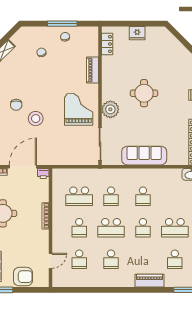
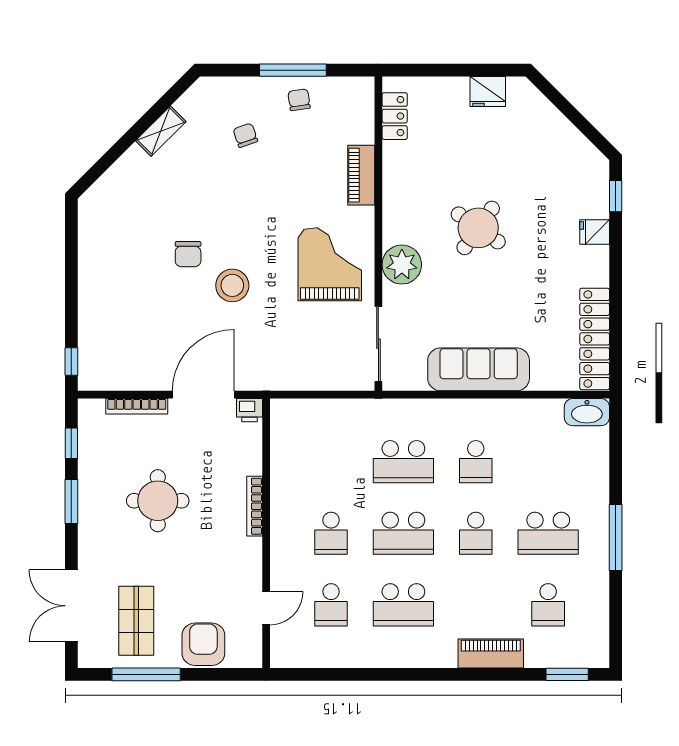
fridge: (137, 33) -> (488, 92), moved
round table: (144, 93) -> (478, 228), turned 35
school desk: (79, 196) -> (331, 462), removed
school desk: (111, 196) -> (403, 462), width x1.85
school desk: (111, 259) -> (403, 605), width x1.85
armchair: (23, 277) -> (203, 644), turned -90

